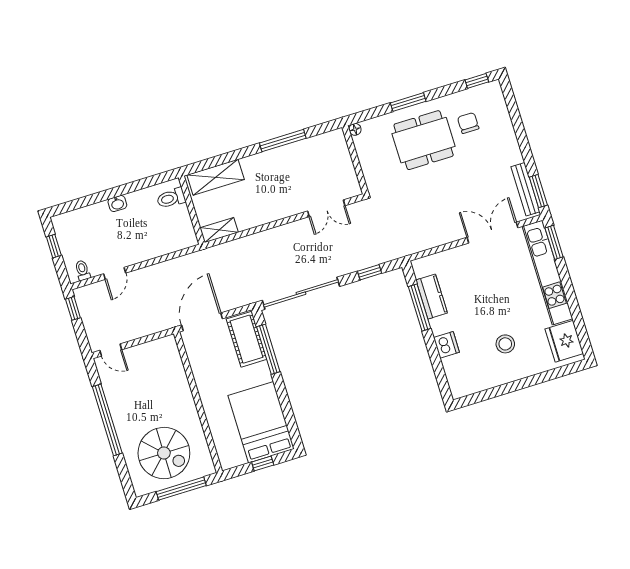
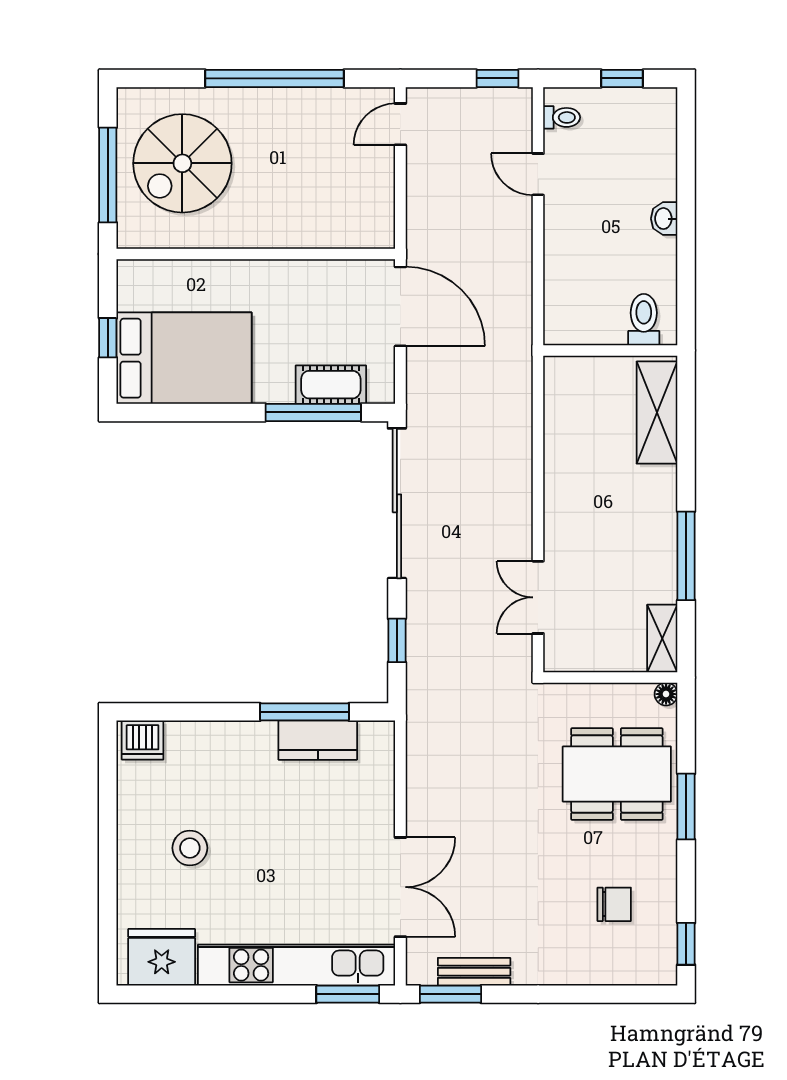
dining table: (424, 140) -> (617, 774), moved, turned 90
bench: (525, 189) -> (474, 972), width x0.73
shelving: (219, 230) -> (662, 639), moved
cot: (246, 339) -> (331, 385), width x0.73, depth x0.75
dishwasher: (446, 345) -> (143, 740), moved

